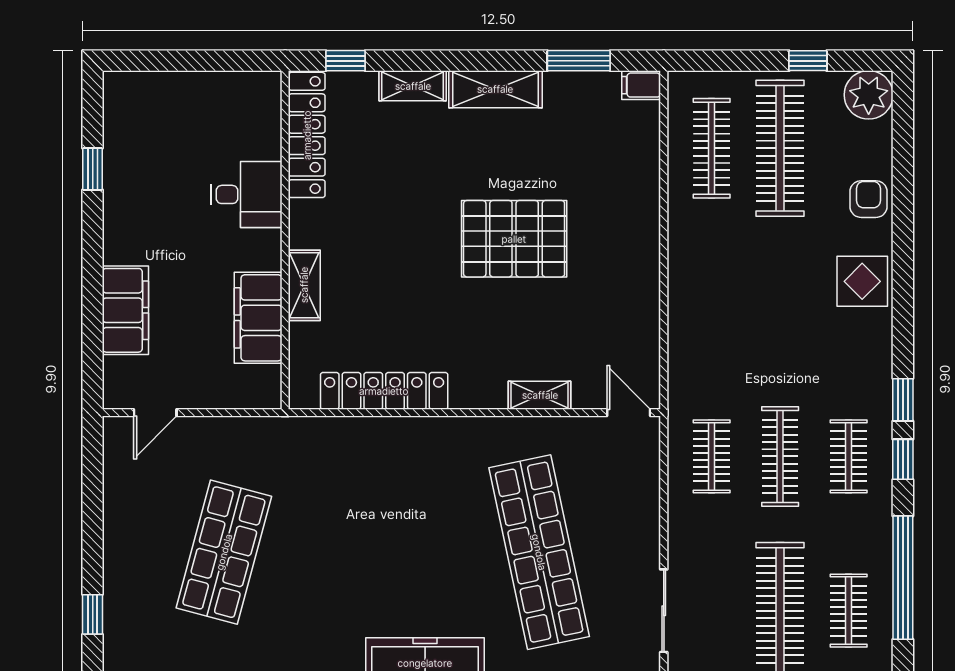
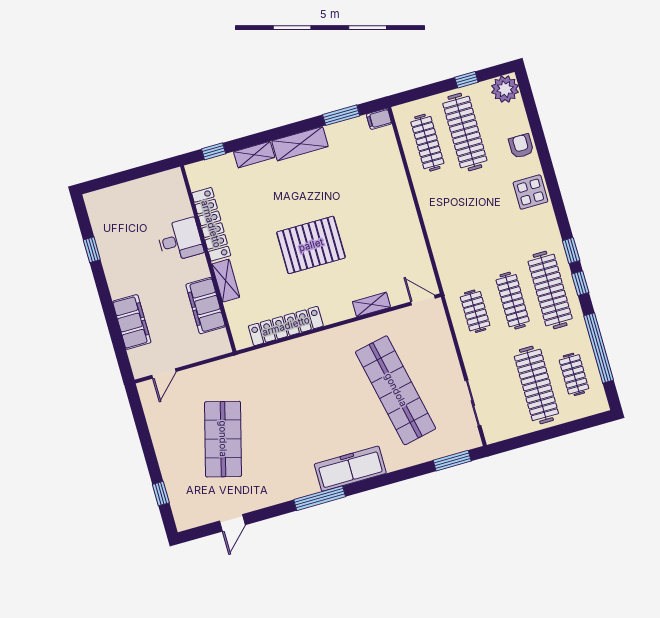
locker: (307, 135) -> (211, 224), moved
pallet: (514, 239) -> (311, 245), moved
clothes rail: (849, 456) -> (550, 290), width x1.86, depth x1.31

